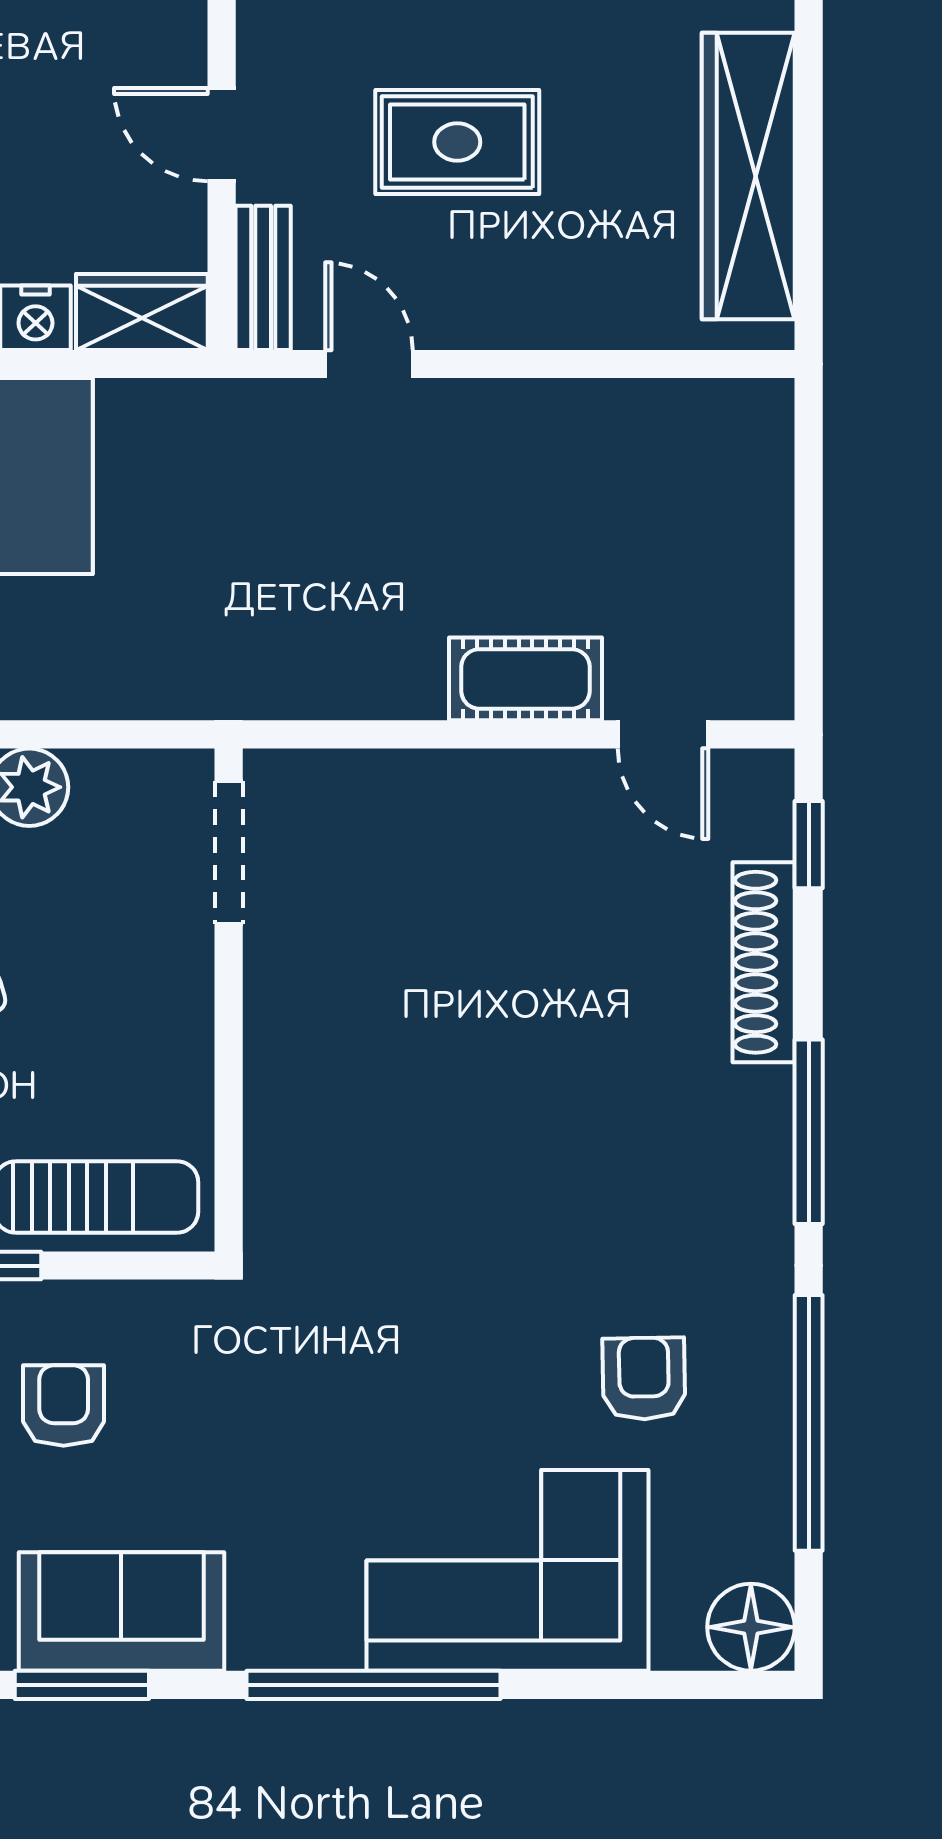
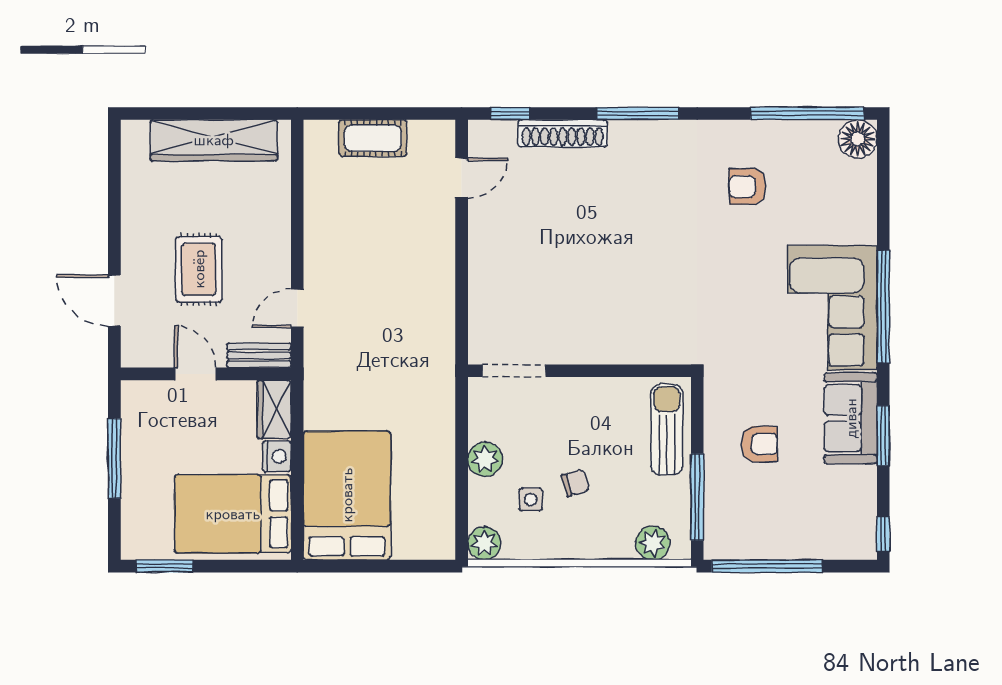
door: (222, 135) -> (195, 374), swing flipped
cot: (525, 679) -> (373, 138), moved, turned 90
armchair: (64, 1406) -> (759, 444), turned 180
window: (809, 1423) -> (807, 113), moved
corner sofa: (508, 1570) -> (832, 308), moved

